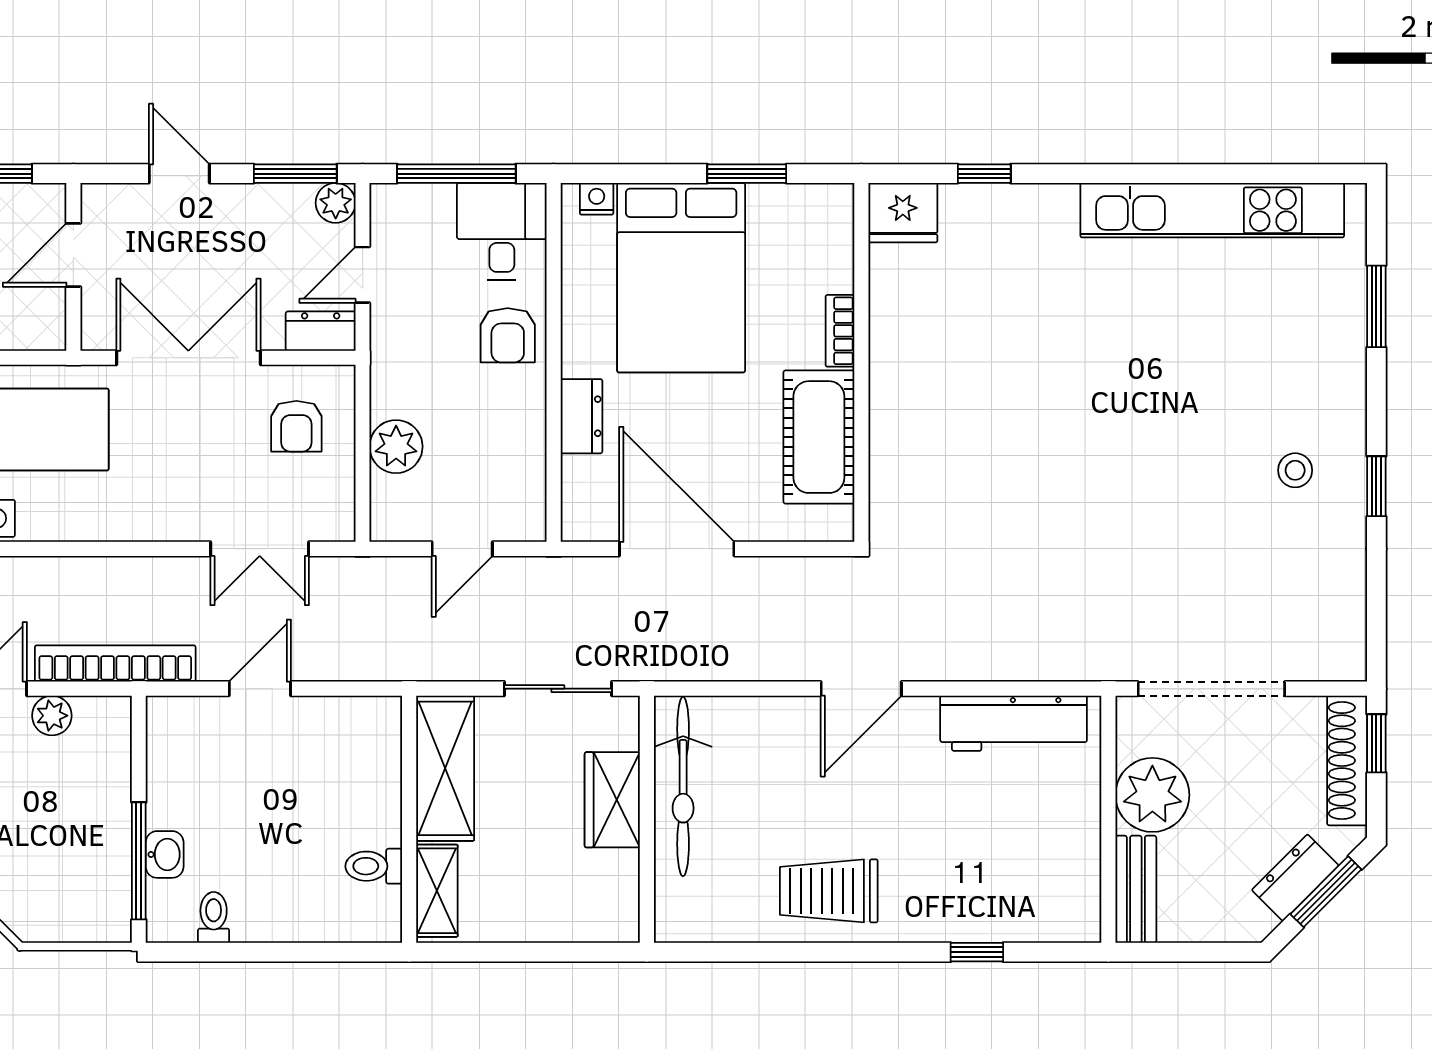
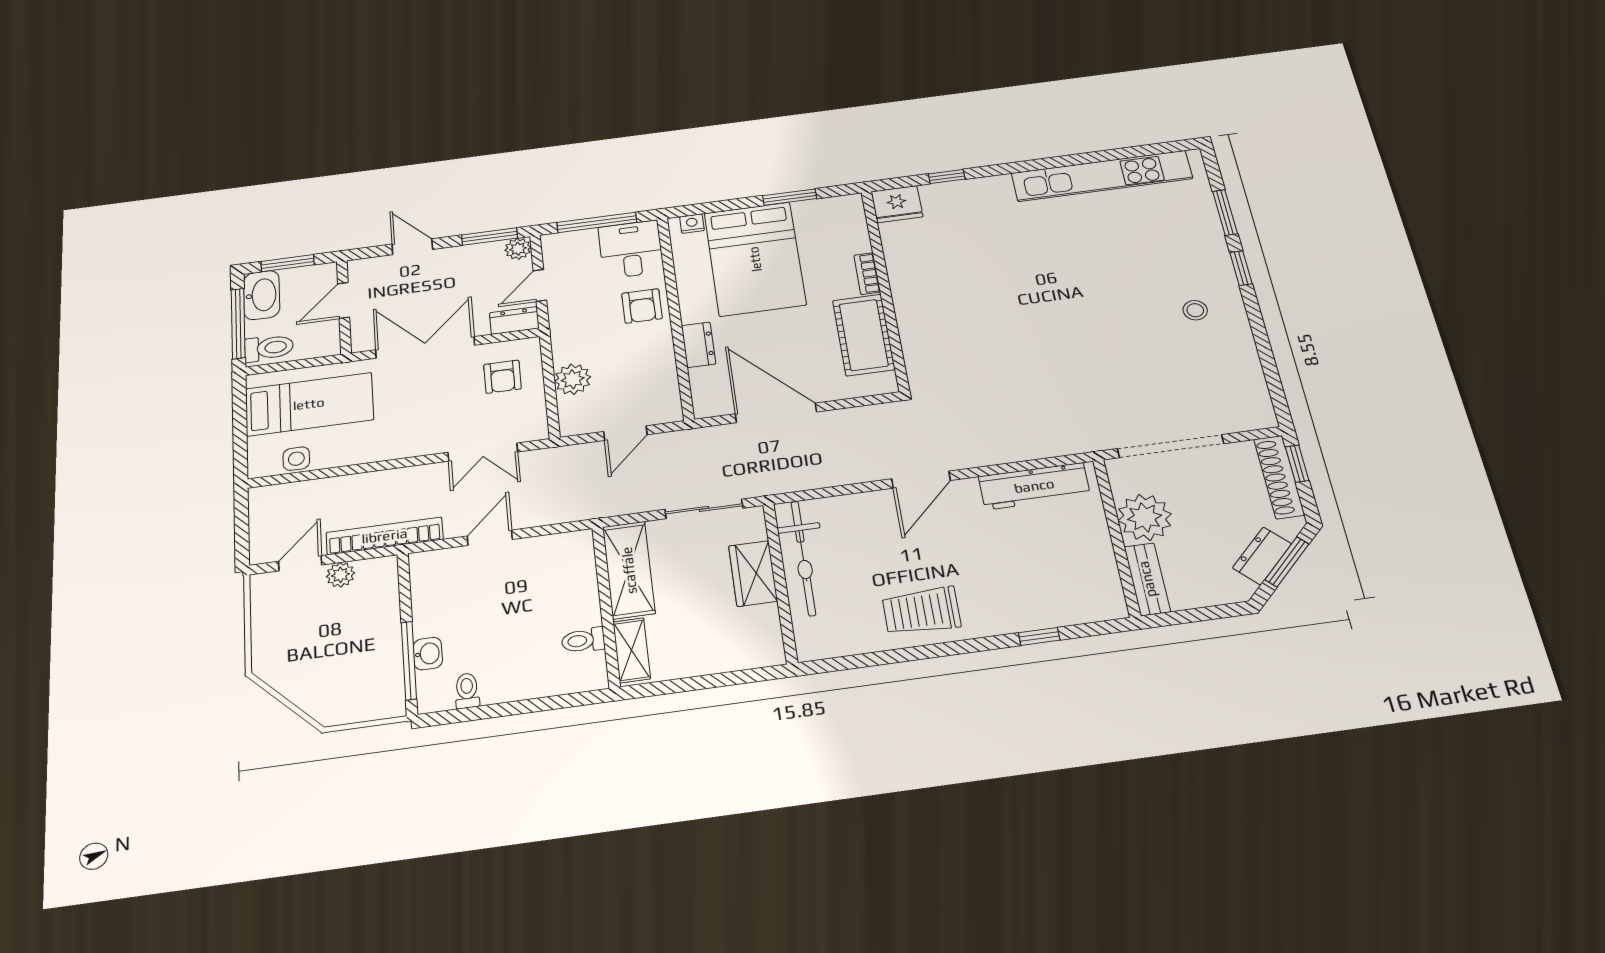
window: (1376, 486) -> (1241, 268), moved

